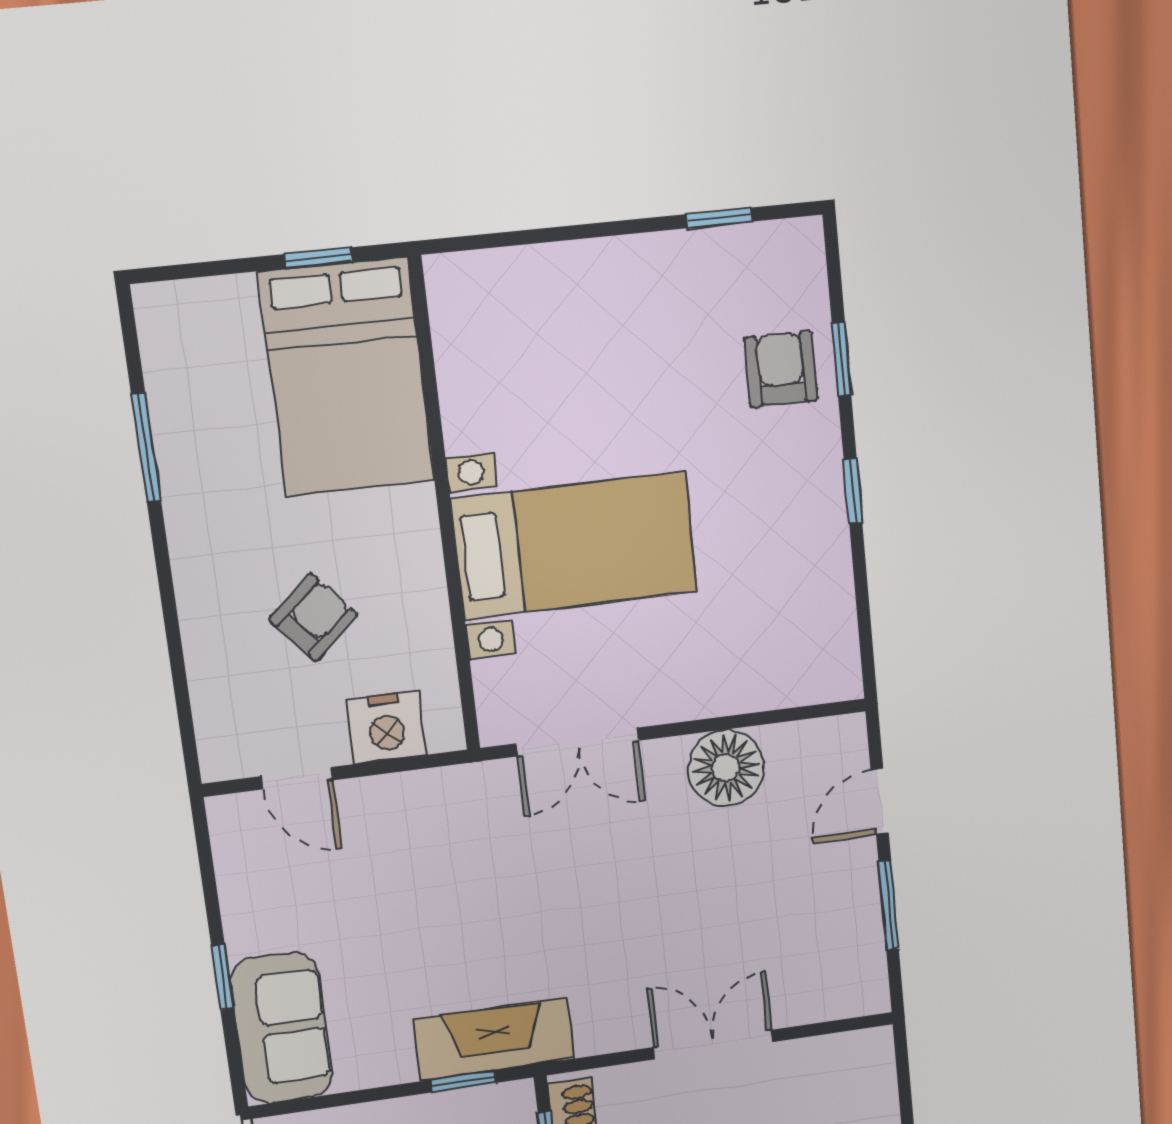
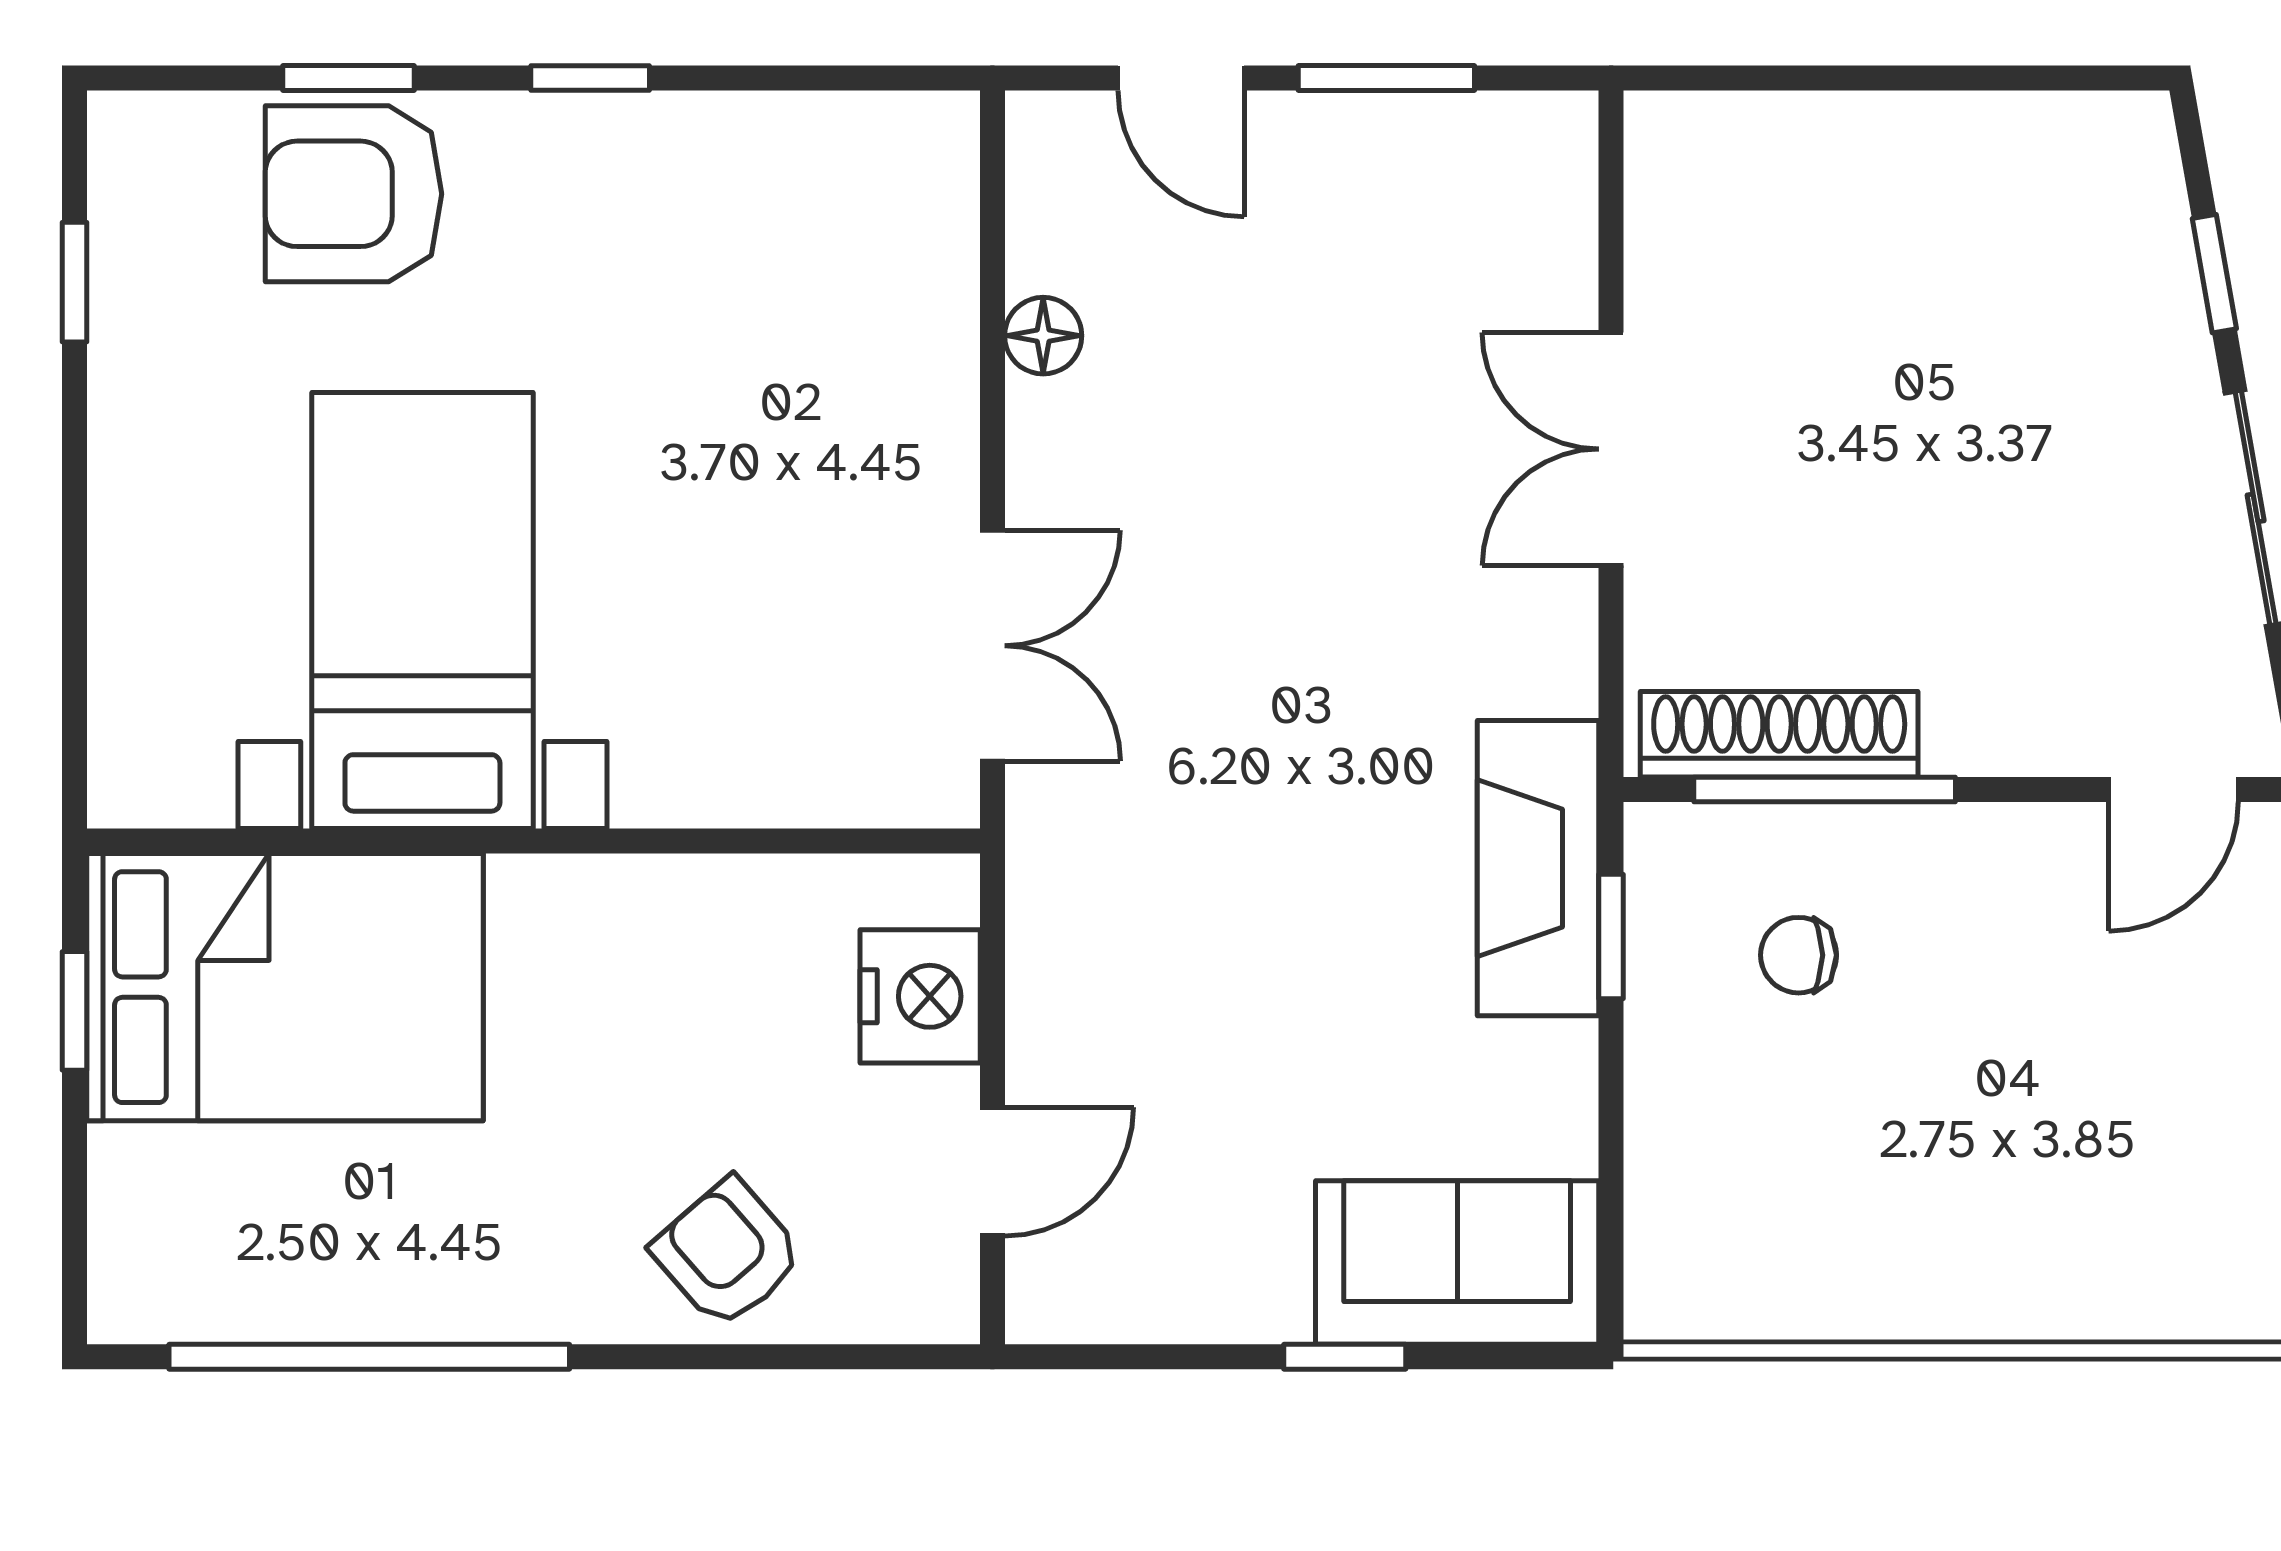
armchair: (781, 369) -> (353, 194), width x1.38, depth x1.38
window: (146, 447) -> (369, 1357), width x2.11
bed with nightstands: (575, 546) -> (422, 611), moved
armchair: (313, 617) -> (728, 1253), moved
floor lamp: (726, 768) -> (1043, 336), width x0.53, depth x0.53

